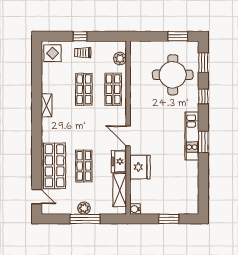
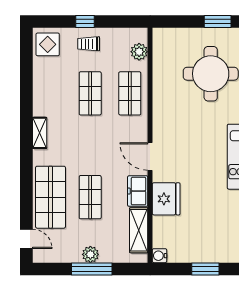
shelving: (47, 105) -> (40, 133), moved

